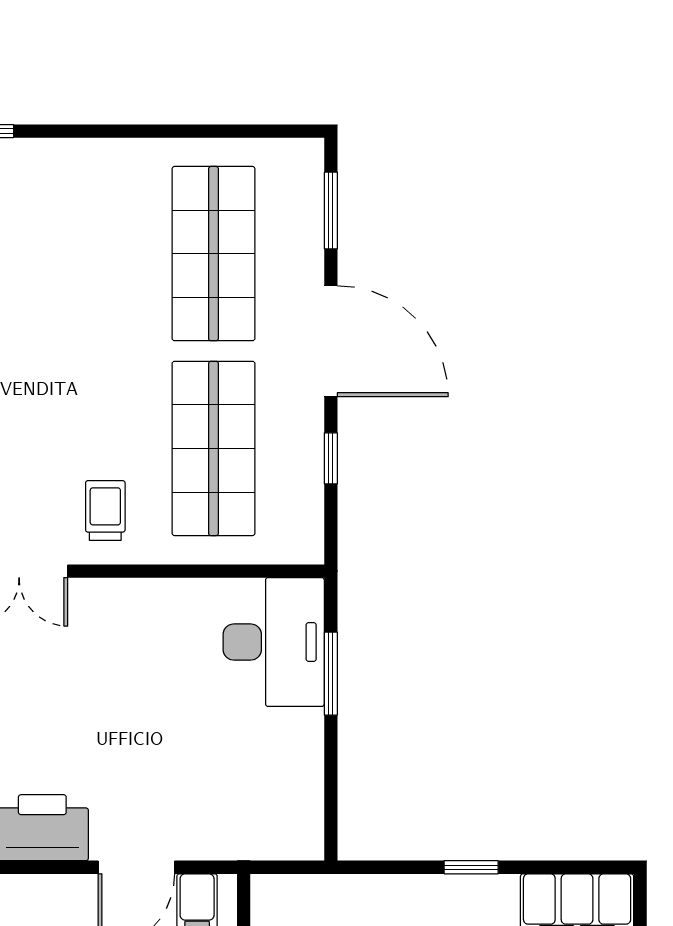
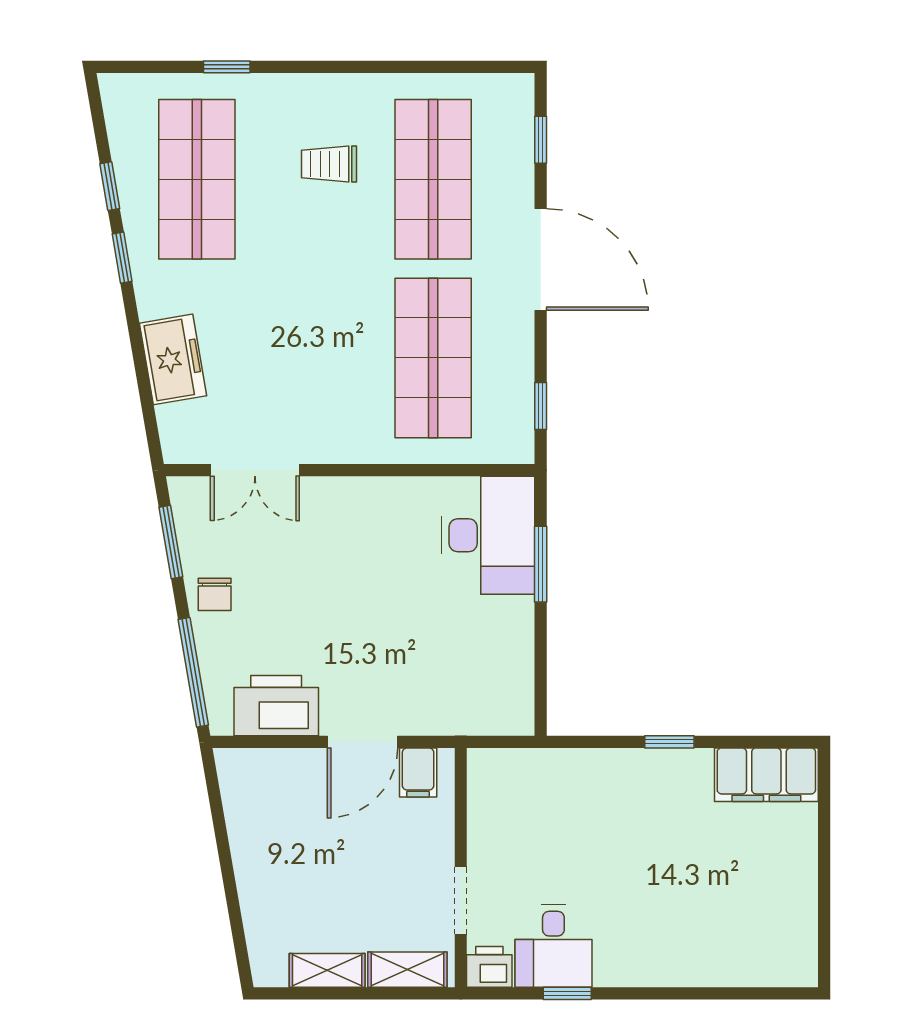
window: (331, 210) -> (541, 140), width x0.67
window: (331, 458) -> (541, 406), moved
trolley: (105, 511) -> (329, 164), moved, turned -90

